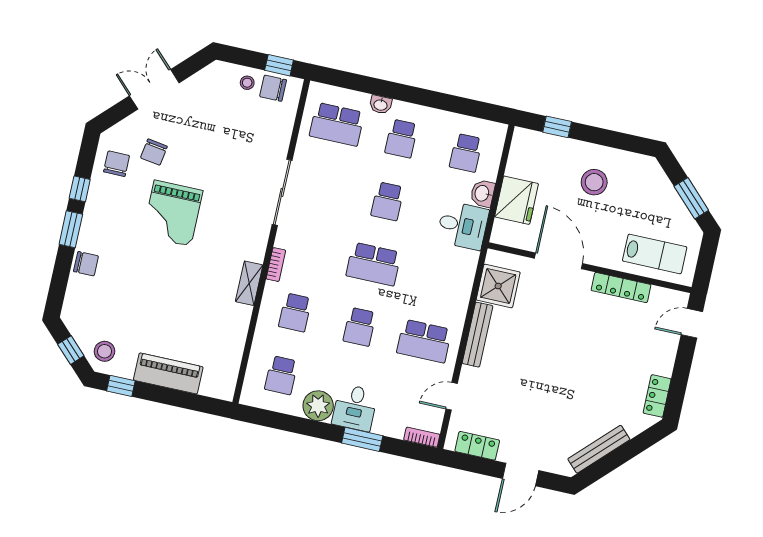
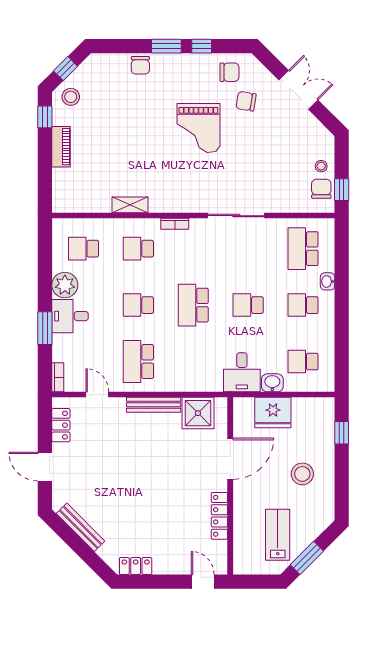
grand piano: (173, 213) -> (198, 128), turned -90
lab bench: (655, 254) -> (278, 535), moved, turned 180
shelving: (249, 283) -> (130, 205), moved
piano: (168, 373) -> (61, 147), width x0.73, depth x0.75

